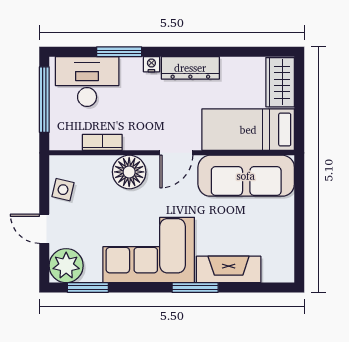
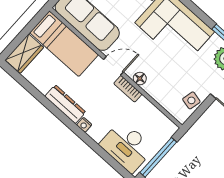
window: (119, 52) -> (95, 147), removed
bookcase: (102, 142) -> (128, 89), moved
floor lamp: (129, 172) -> (140, 79), width x0.53, depth x0.53

